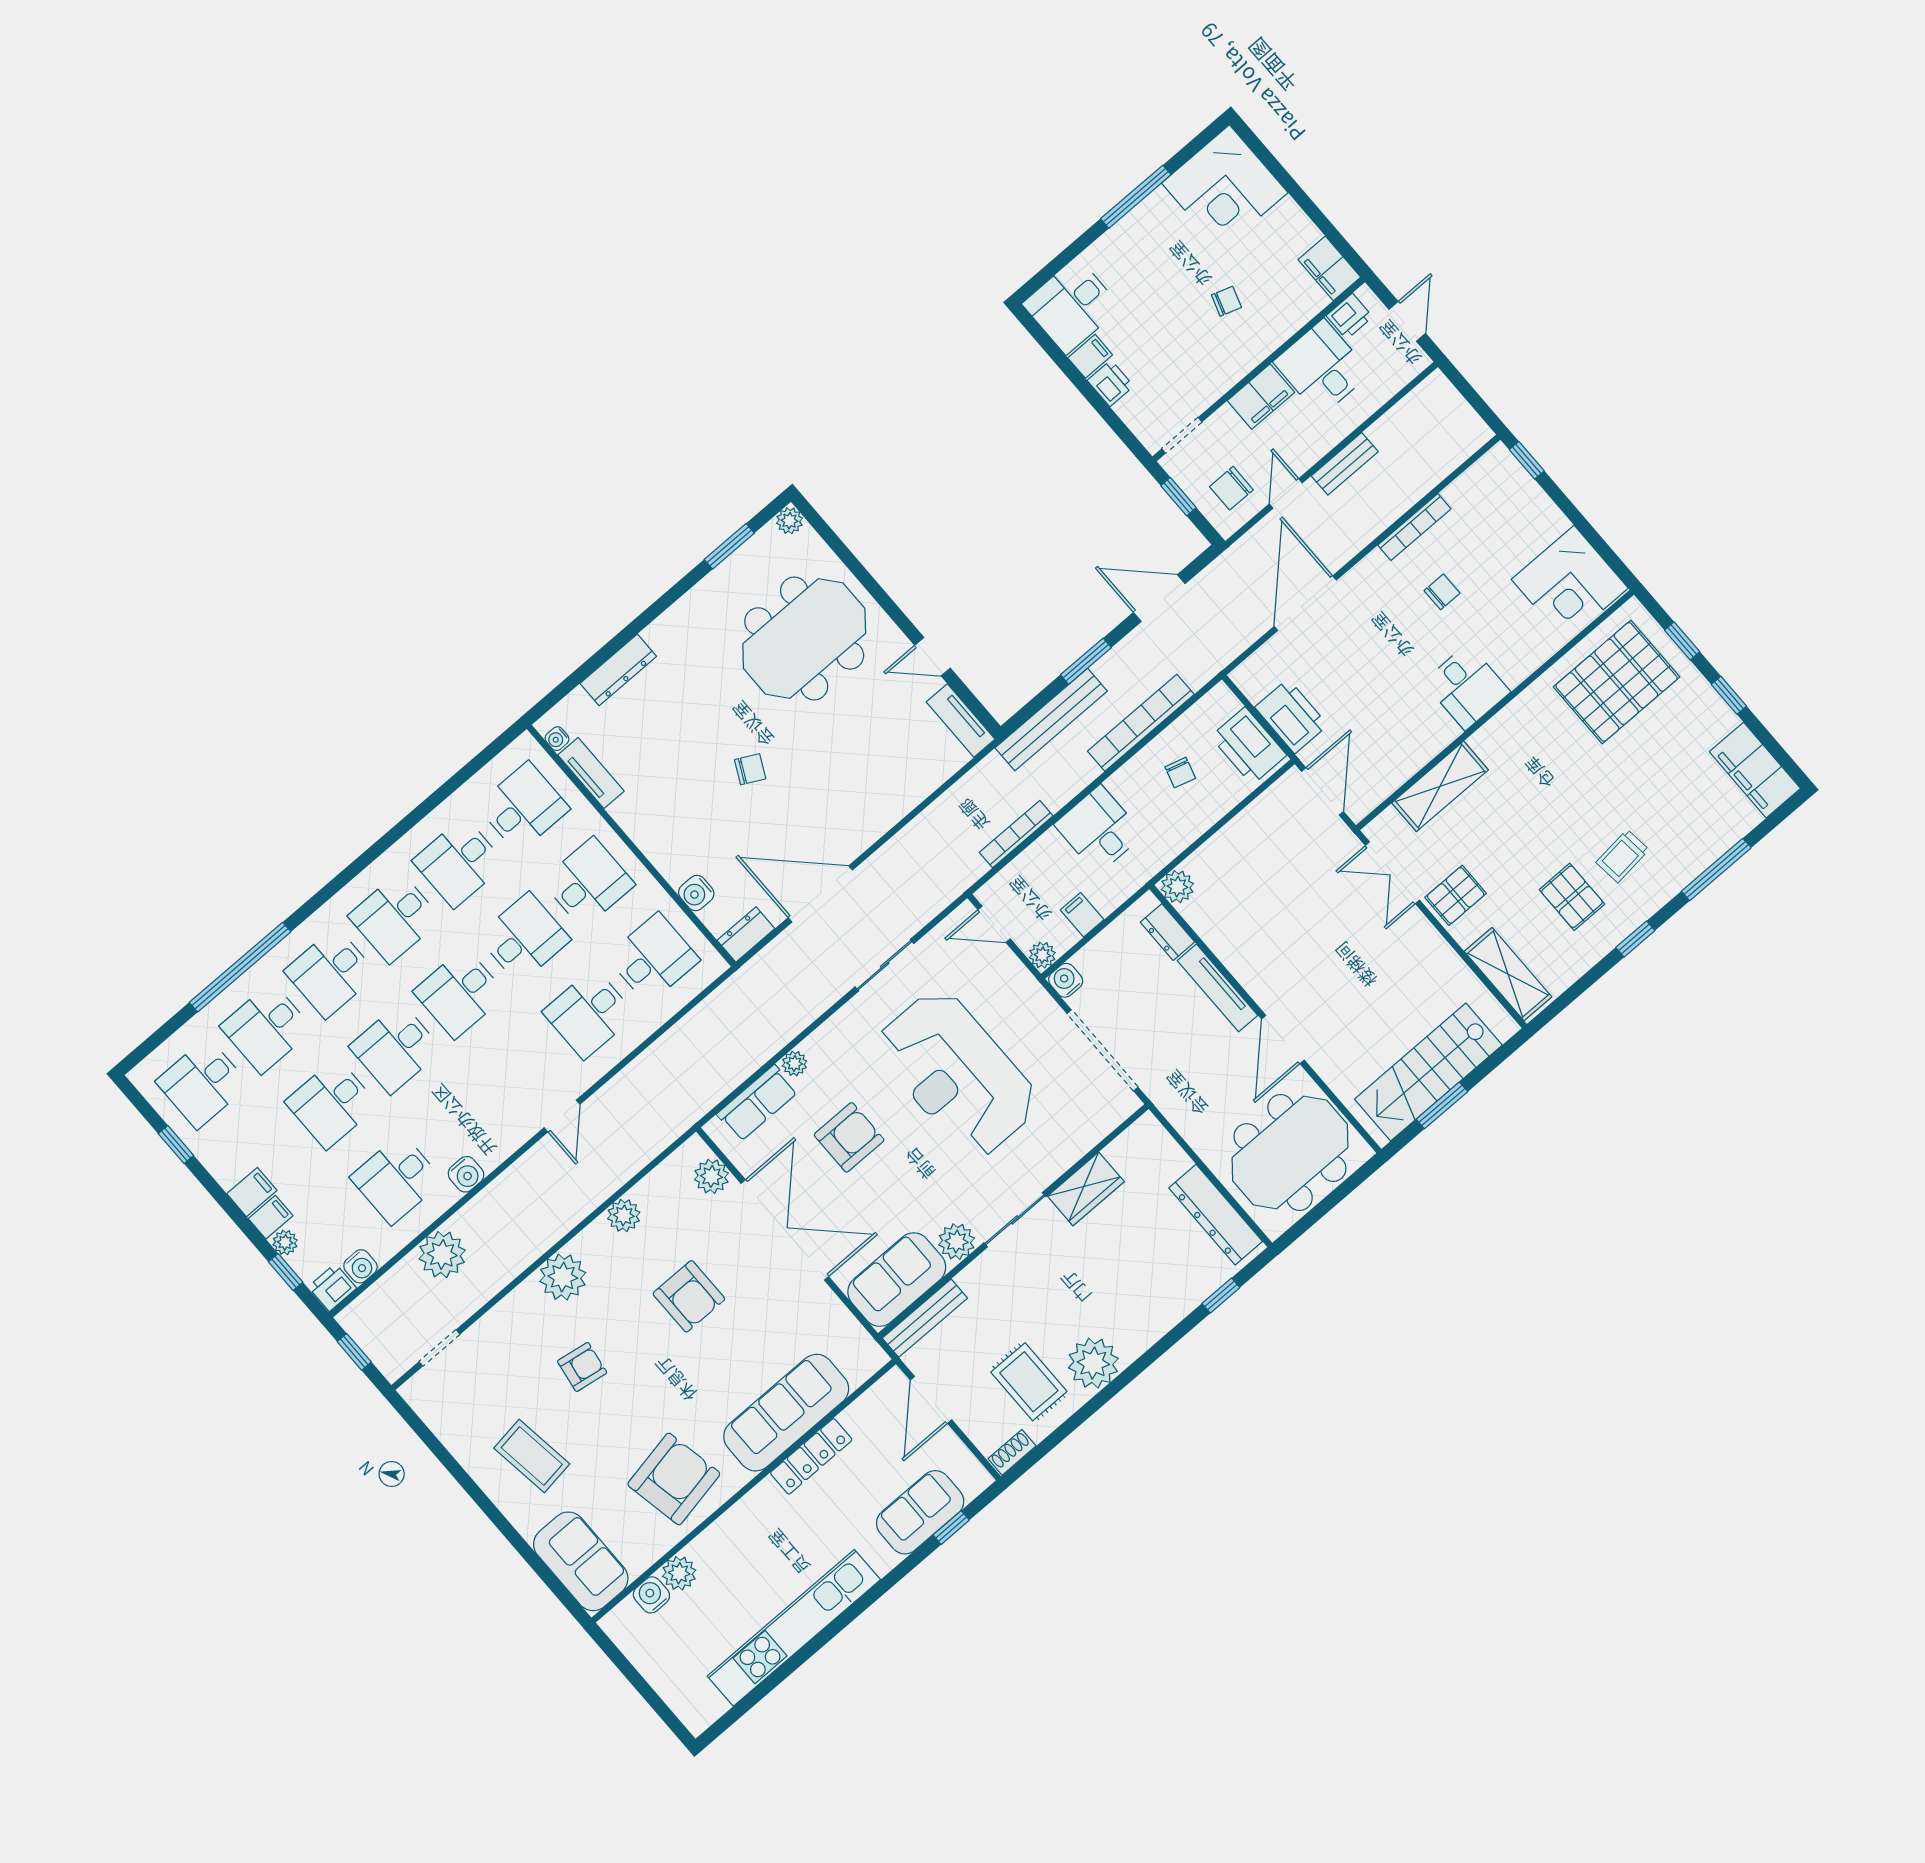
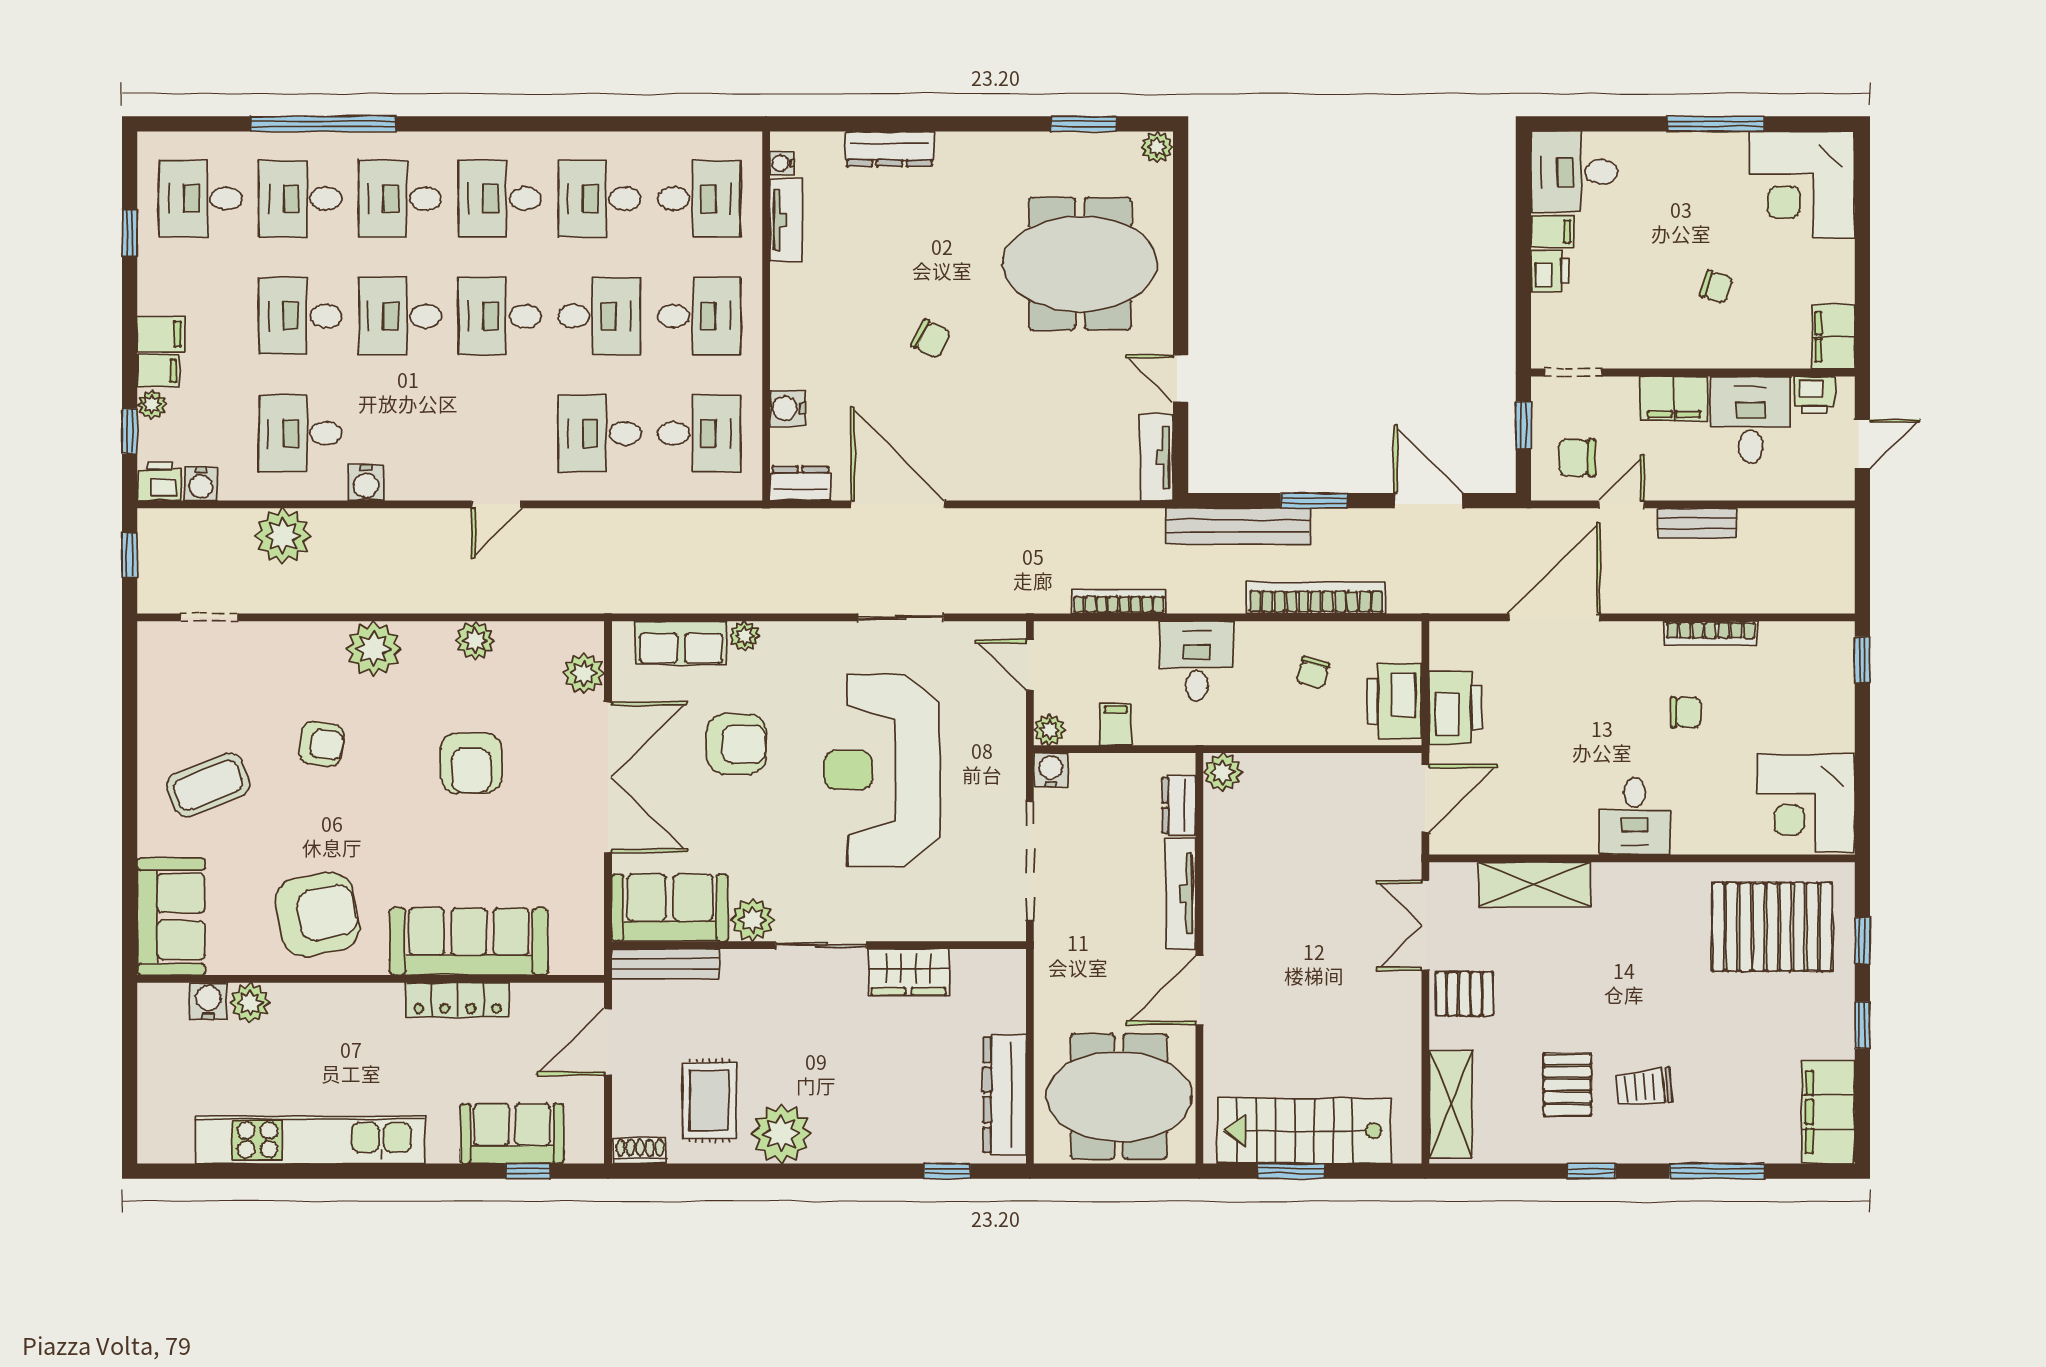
coffee table: (532, 1456) -> (208, 785), turned 76

